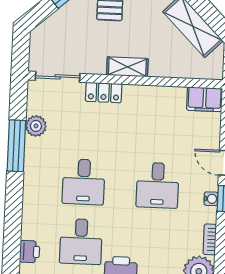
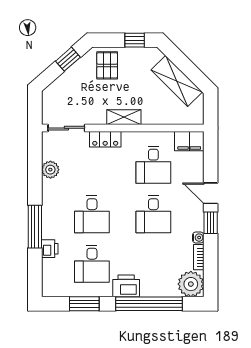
desk: (160, 126) -> (153, 165), added
window: (16, 146) -> (35, 227), moved
water cooler: (211, 199) -> (198, 238), moved
printer: (30, 252) -> (50, 249), moved

